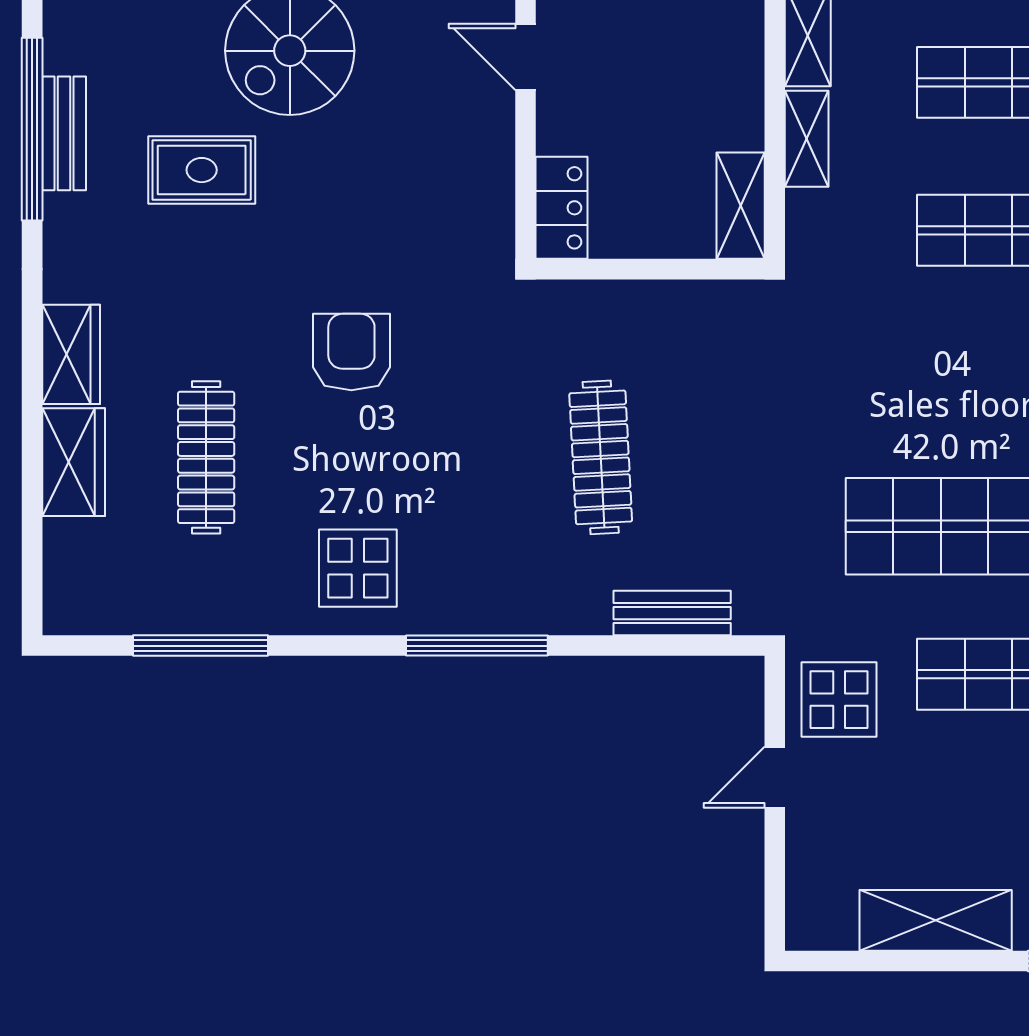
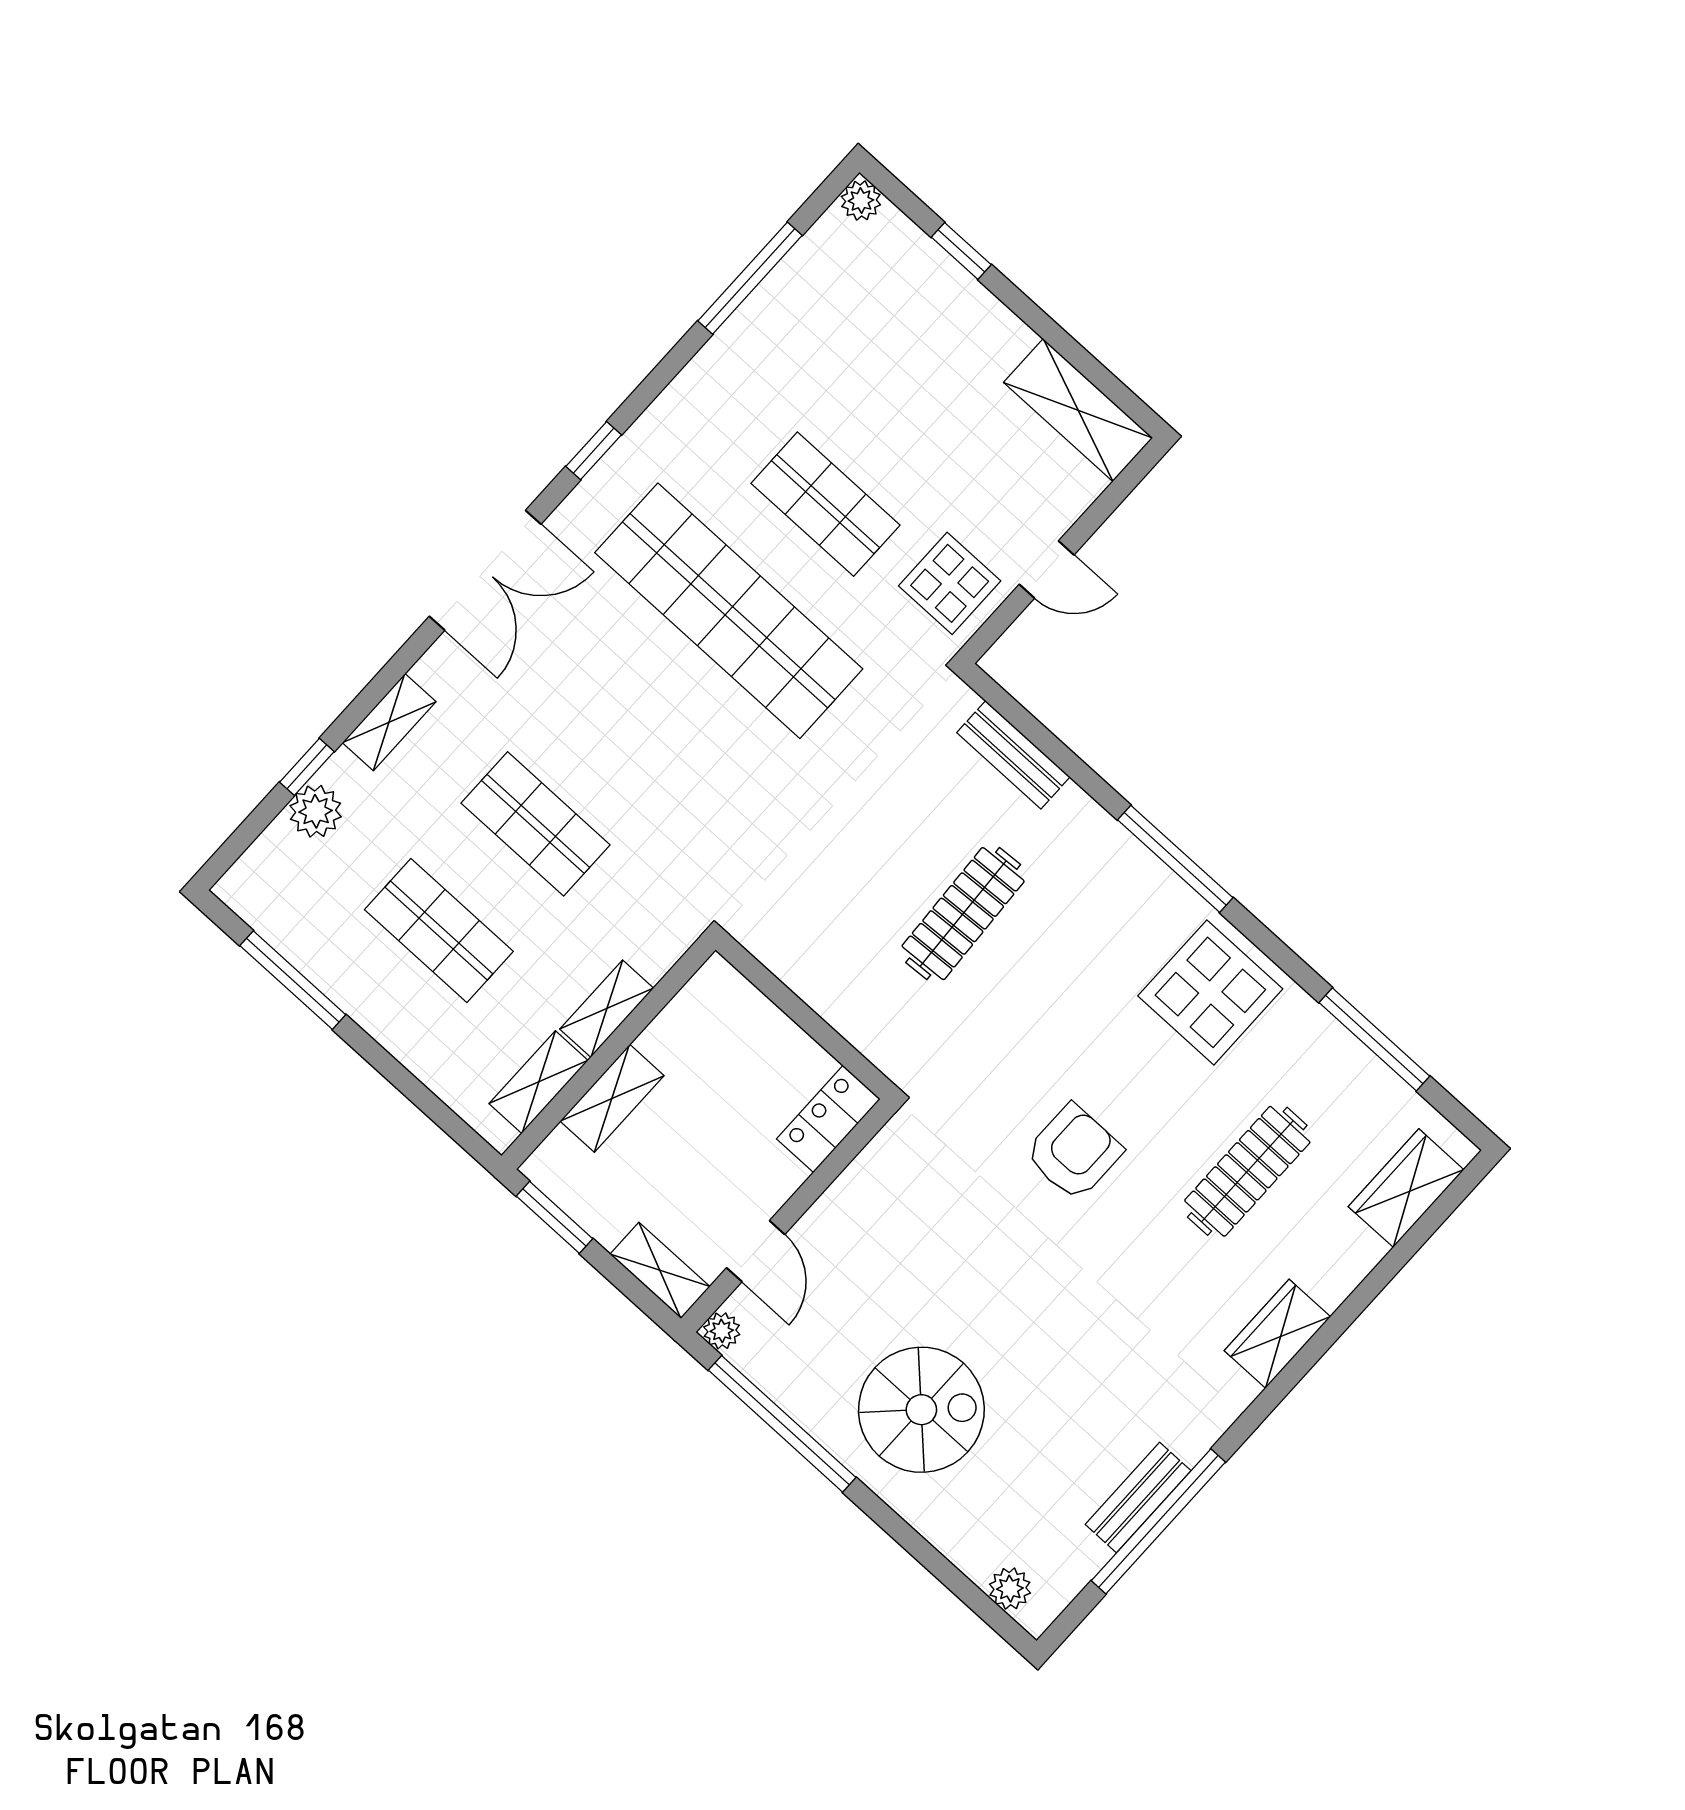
rug: (202, 170) -> (1063, 1381), removed
shelving: (741, 206) -> (612, 1098), moved
armchair: (351, 352) -> (1074, 1152), turned 180
wardrobe: (74, 462) -> (1406, 1188), moved
display table: (358, 568) -> (1210, 992), width x1.36, depth x1.36
shelving: (936, 920) -> (1078, 410), moved

